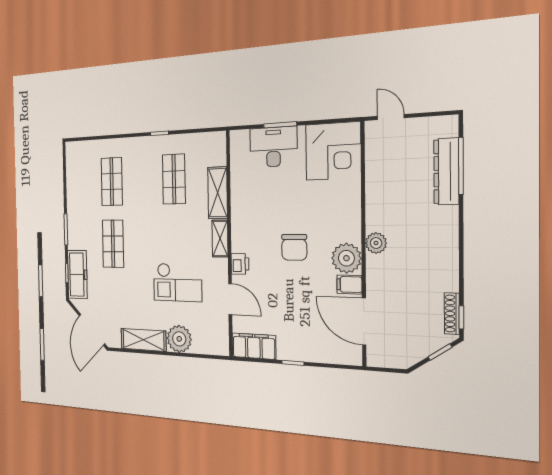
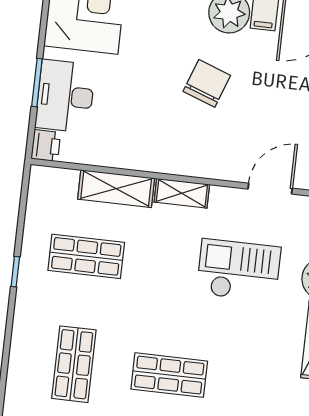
shop shelf: (112, 182) -> (74, 364), turned 90
chair: (294, 247) -> (207, 83), turned -70
printer: (240, 264) -> (46, 146), moved, turned 90
checkout: (178, 282) -> (239, 270), turned -90

